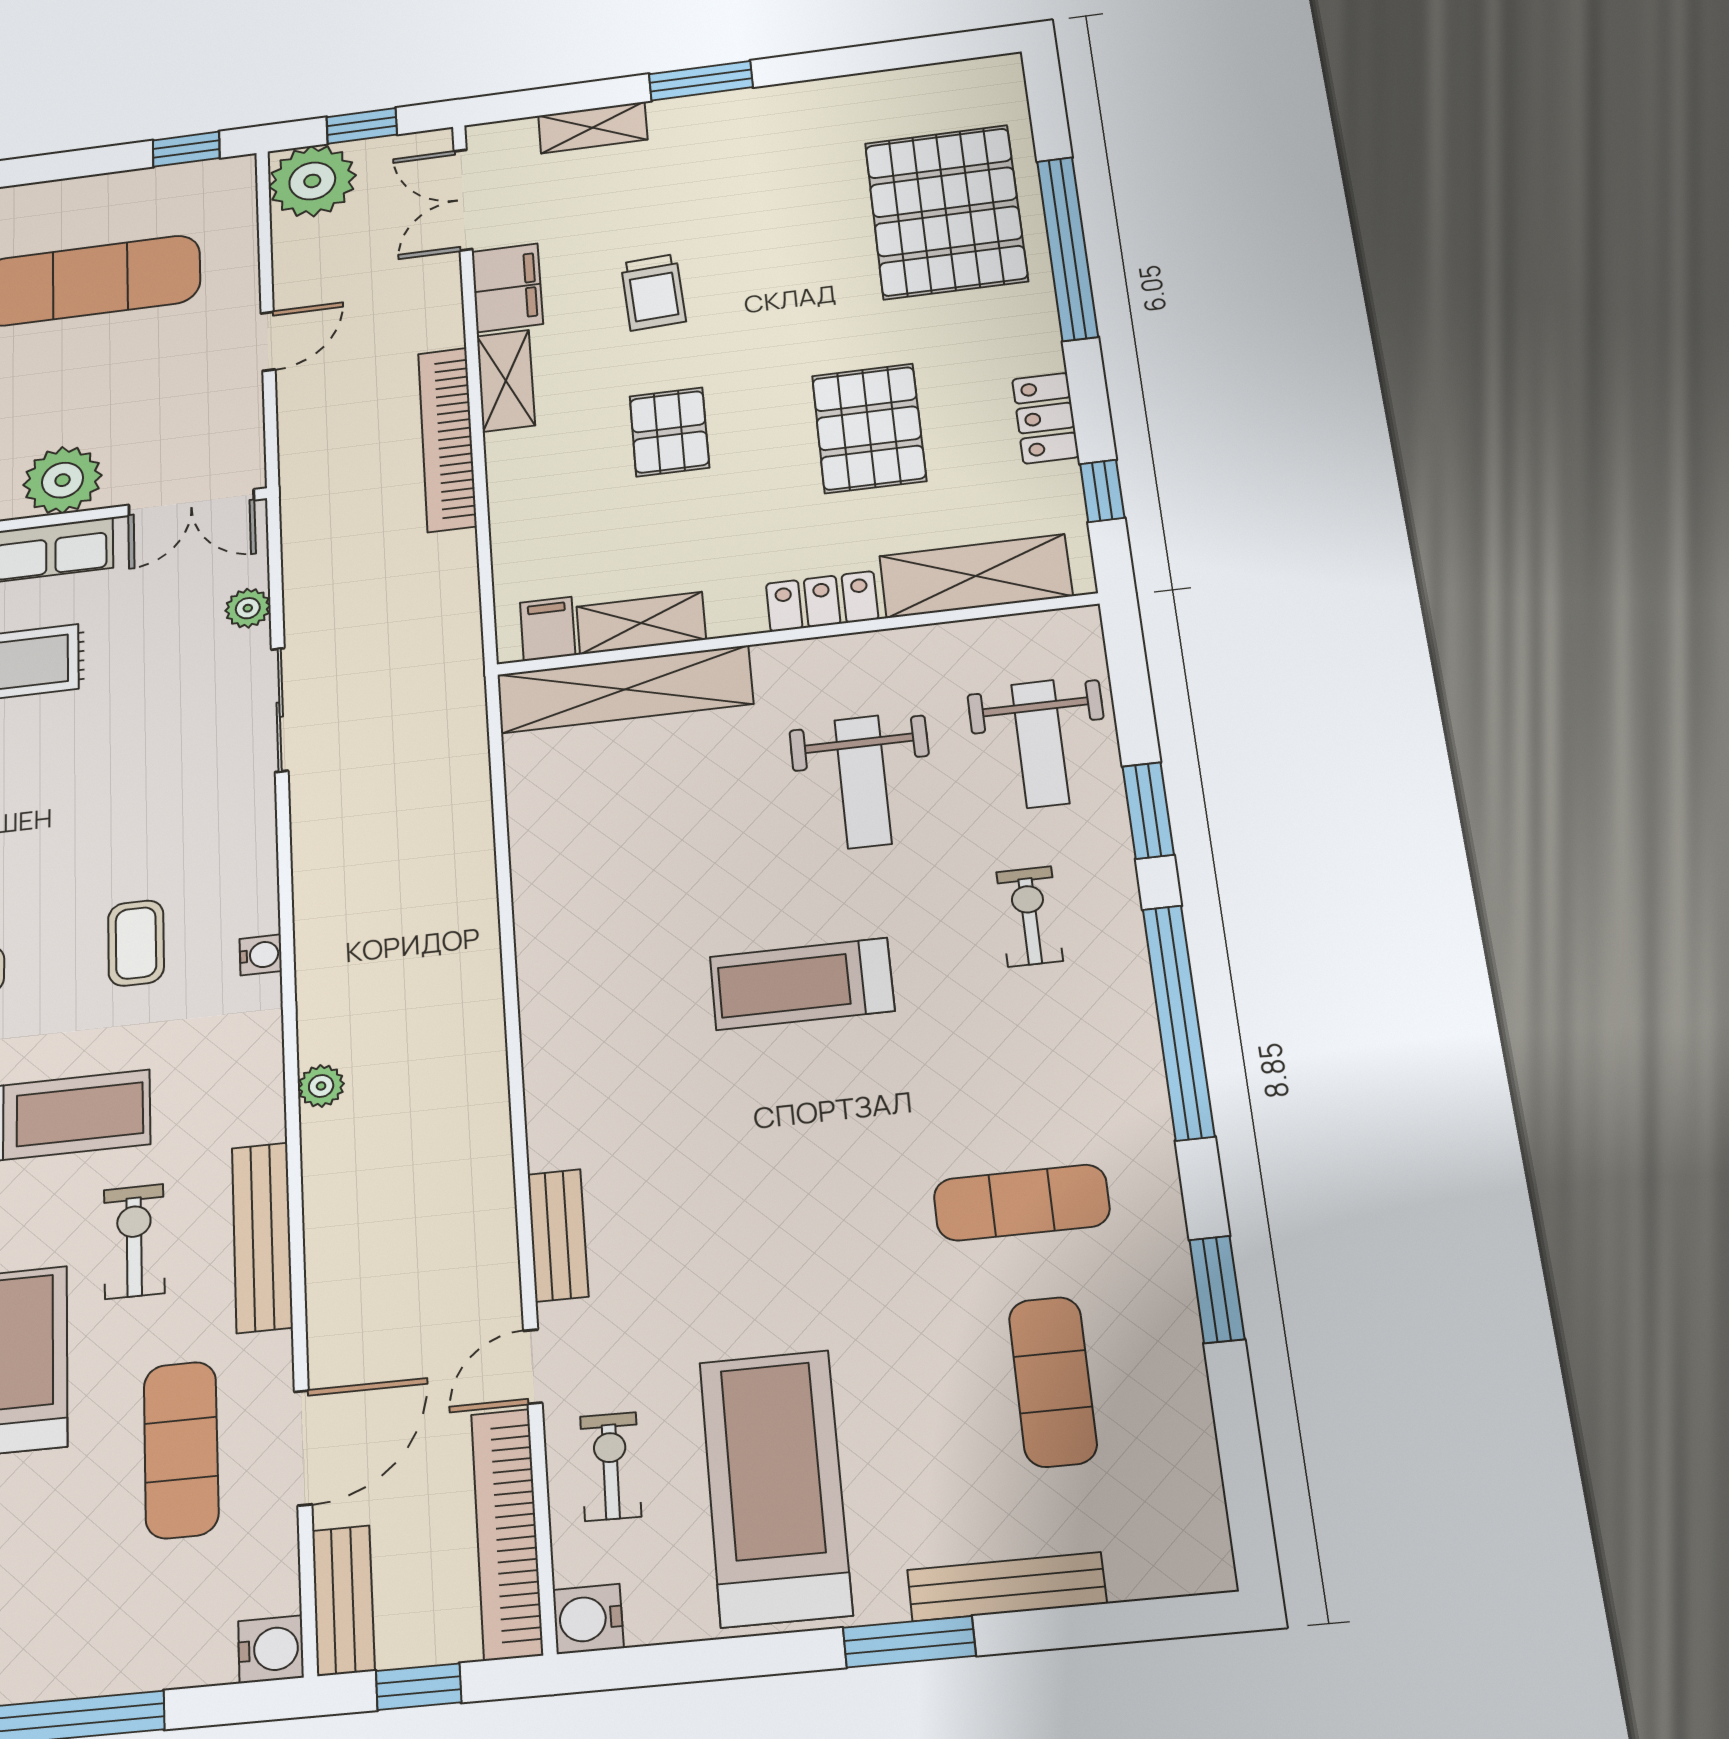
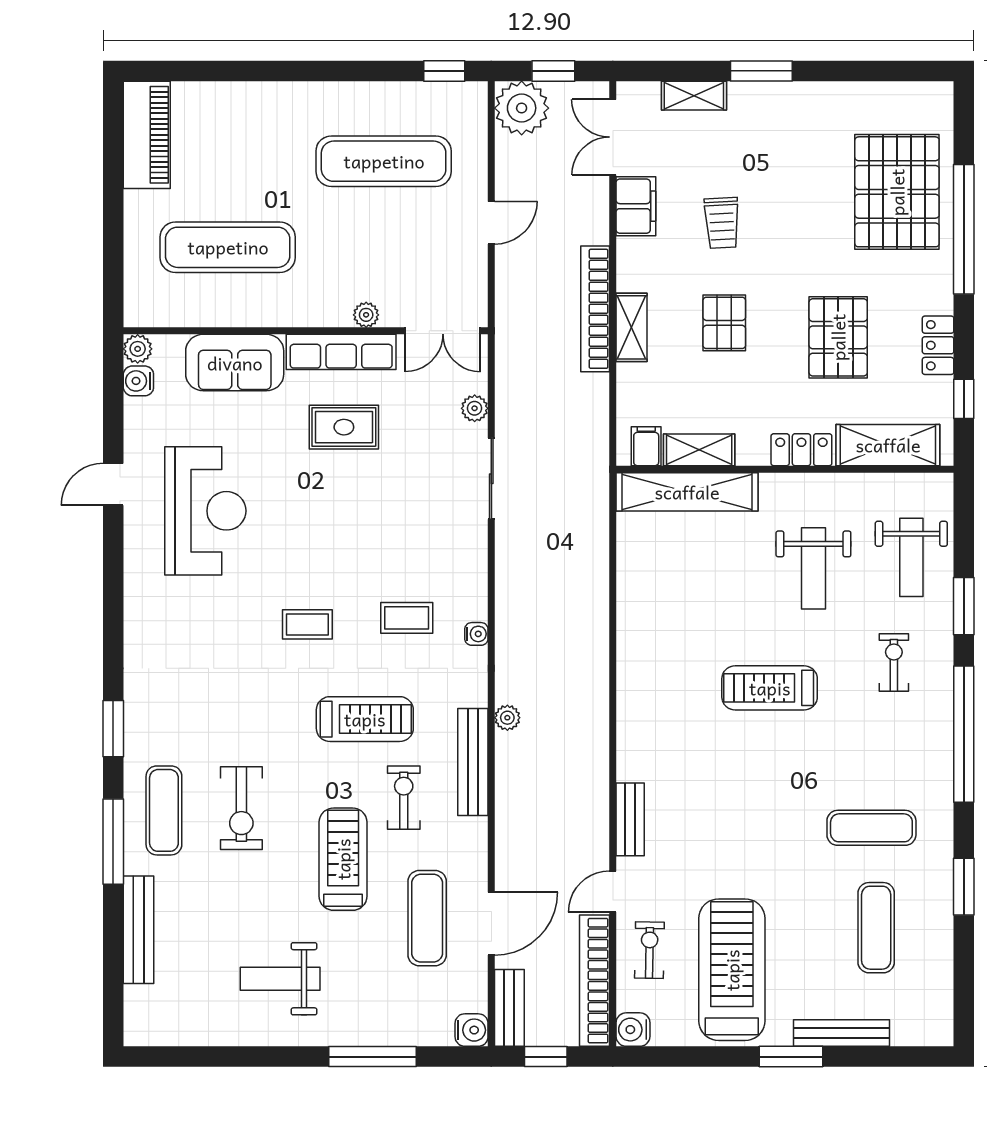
shelving: (506, 381) -> (632, 327), moved
plant: (63, 480) -> (366, 315), width x0.53, depth x0.53
coffee table: (136, 943) -> (407, 618), turned 90
bench: (262, 1237) -> (473, 762), moved

